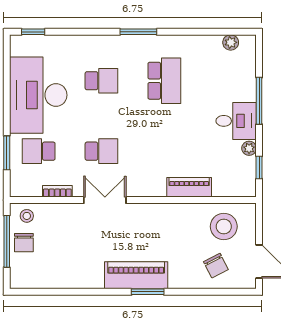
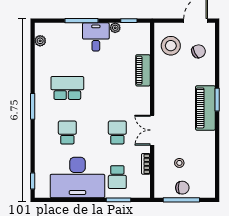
stool: (27, 216) -> (179, 163), moved

